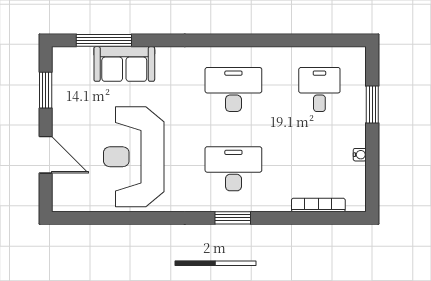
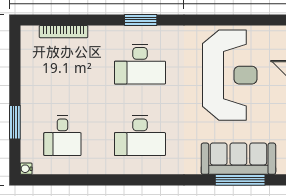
window: (104, 40) -> (240, 180), moved
sofa: (124, 64) -> (238, 159), width x1.36
water cooler: (360, 155) -> (26, 169), moved

